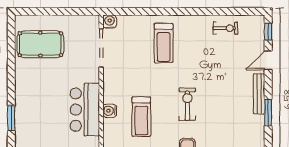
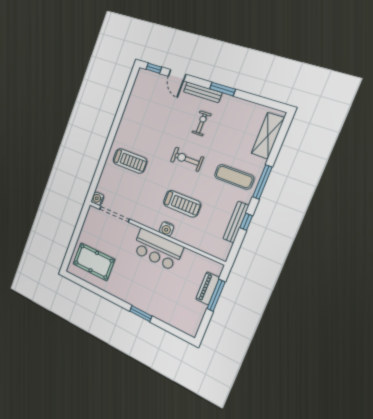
exercise bike: (225, 28) -> (201, 123), moved
pool table: (40, 44) -> (94, 262), turned 90

